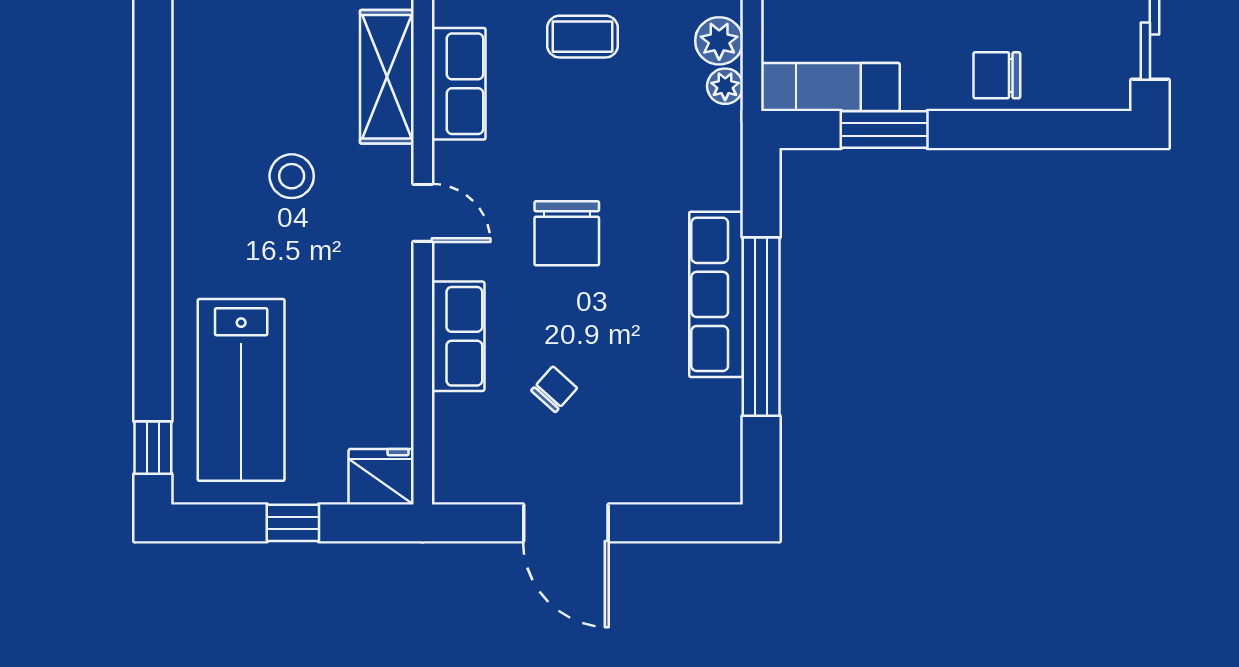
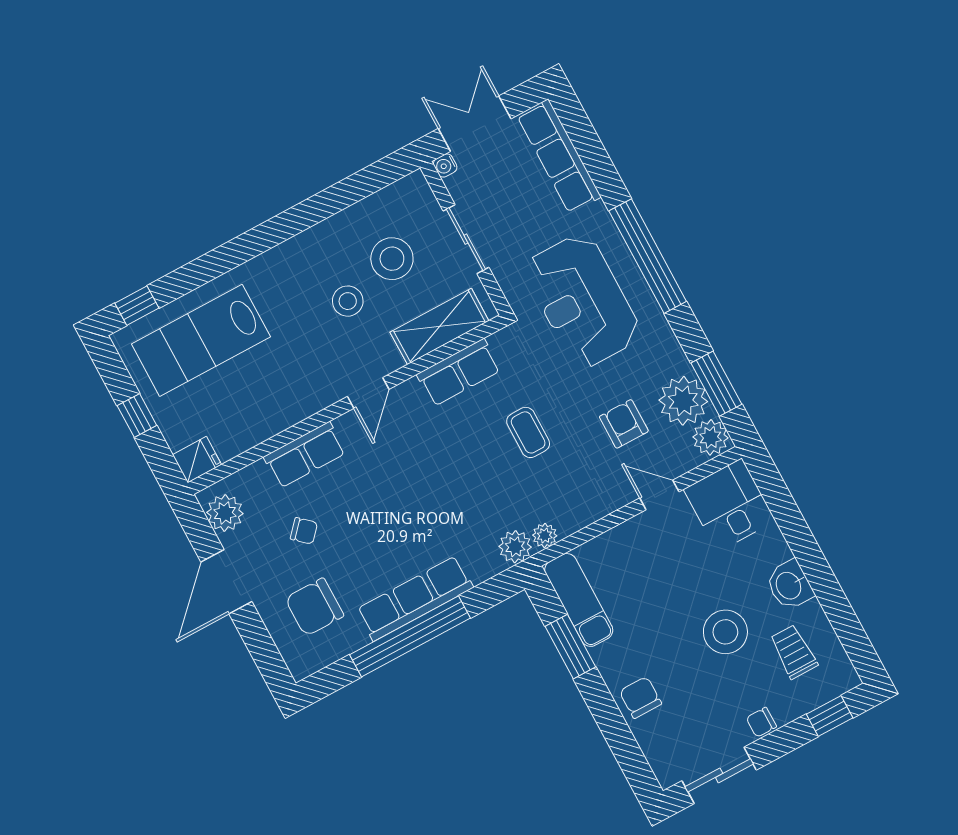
plant: (719, 41) -> (515, 547), moved
stool: (268, 91) -> (392, 259), added
chair: (567, 233) -> (314, 607), moved
fridge: (381, 477) -> (197, 460), width x0.72
plant: (477, 478) -> (225, 513), added

